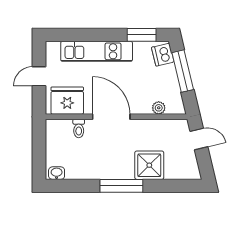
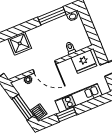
window: (142, 35) -> (66, 114), moved
door: (111, 117) -> (44, 67), moved
window: (121, 186) -> (52, 16), moved

